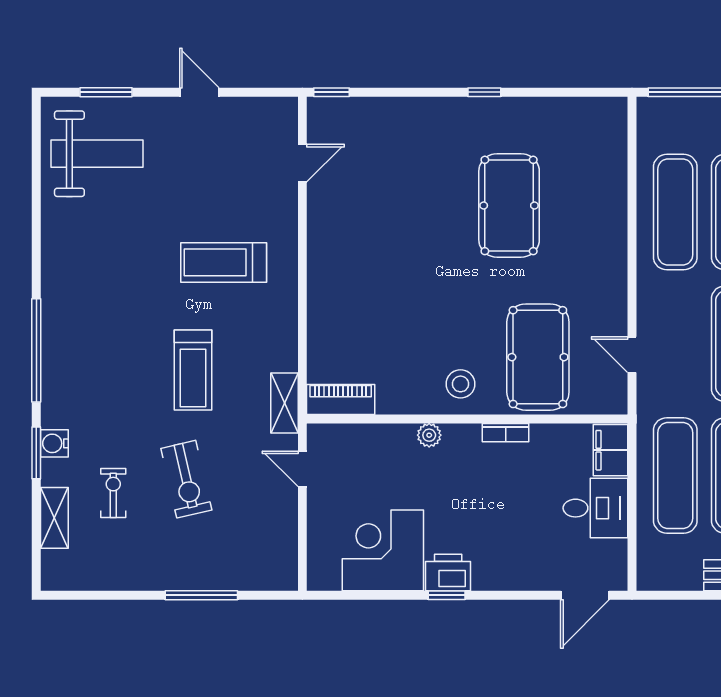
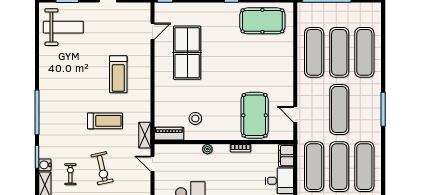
pool table: (509, 205) -> (262, 21), moved, turned 90
table tennis table: (382, 213) -> (187, 53), added
treadmill: (224, 262) -> (118, 74), turned -90
treadmill: (193, 370) -> (105, 121), turned -90
stool: (460, 384) -> (195, 118), moved
water cooler: (54, 443) -> (45, 165), moved

